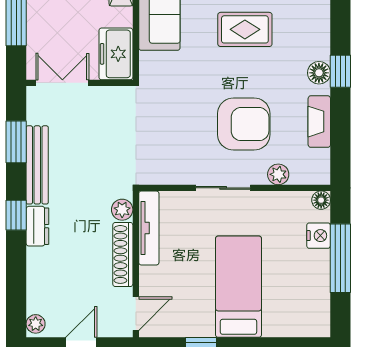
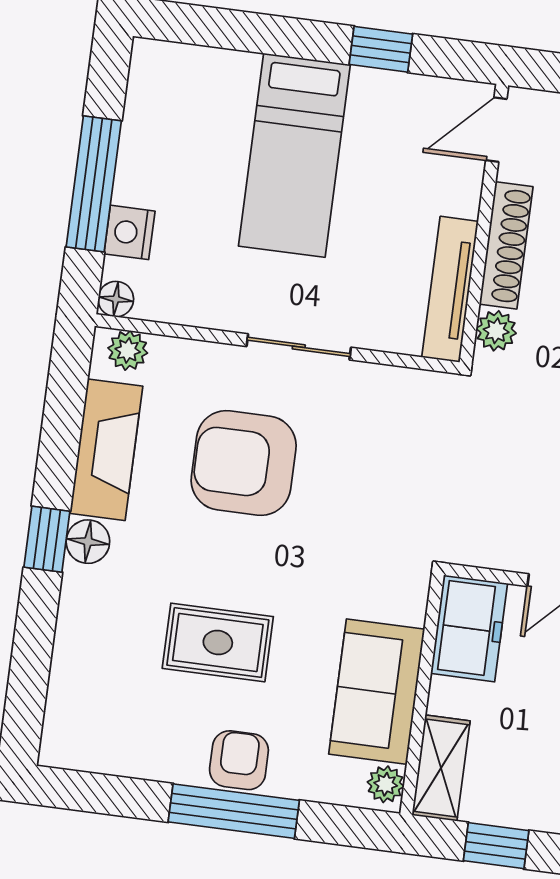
fireplace: (319, 122) -> (106, 450), width x1.37, depth x1.32
plant: (278, 174) -> (128, 350), moved

